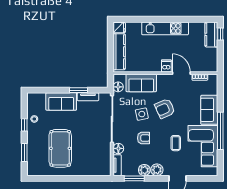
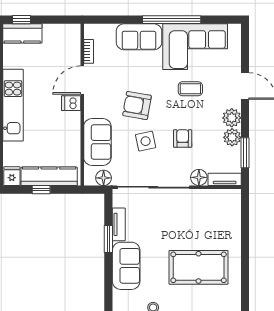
window: (110, 47) -> (41, 190), added
armchair: (165, 109) -> (137, 105), turned 124

